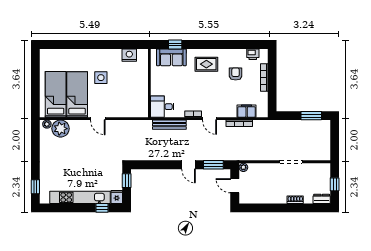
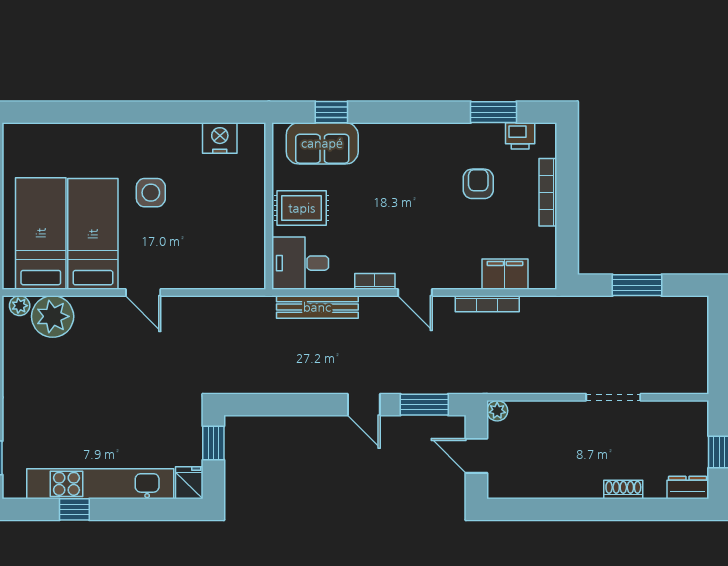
window: (242, 45) -> (494, 112), added
rug: (206, 64) -> (302, 208), moved
window: (311, 116) -> (637, 285), moved
window: (102, 208) -> (74, 509), moved

